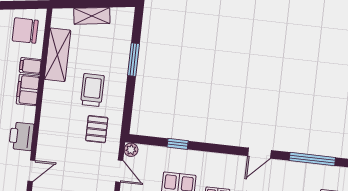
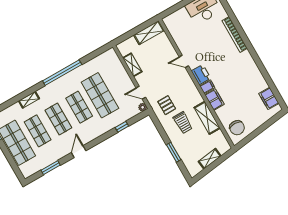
chair: (25, 31) -> (237, 128), turned 90
shelving: (58, 55) -> (207, 118), moved
filing cabinet: (30, 66) -> (207, 87), moved
window: (312, 159) -> (51, 168), width x0.69
door: (31, 171) -> (184, 61), hinge flipped

